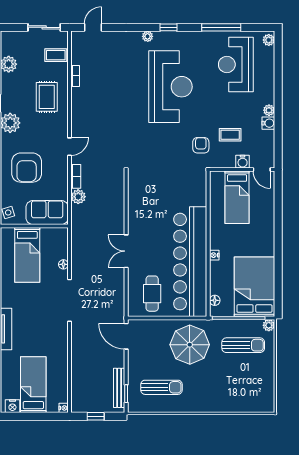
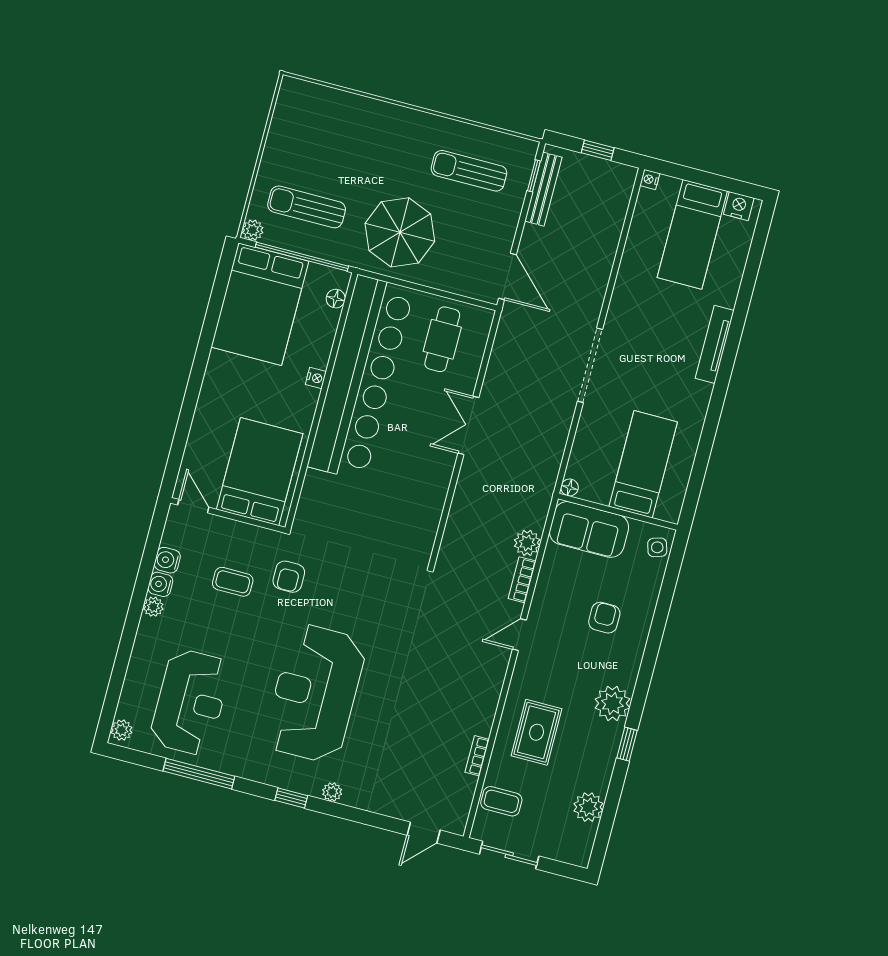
water cooler: (243, 162) -> (167, 560), moved, turned -90
armchair: (27, 168) -> (604, 618), width x0.53, depth x0.53
bed: (237, 197) -> (260, 472), width x1.50
double door: (126, 251) -> (468, 425), swing flipped
floor lamp: (63, 264) -> (570, 487), moved

